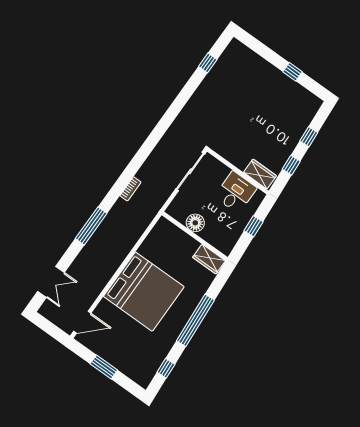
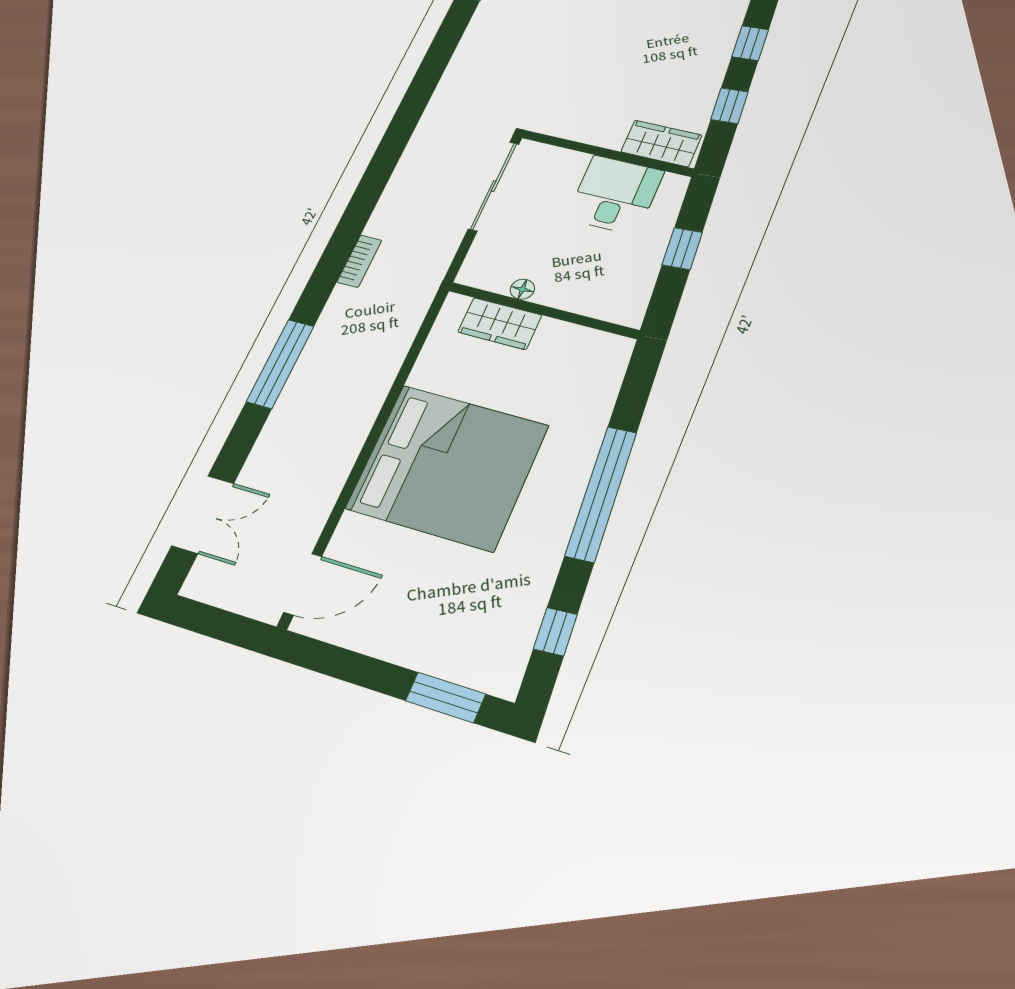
floor lamp: (195, 223) -> (522, 289), width x0.53, depth x0.53
wardrobe: (209, 259) -> (500, 324), moved
window: (104, 367) -> (445, 697), moved

